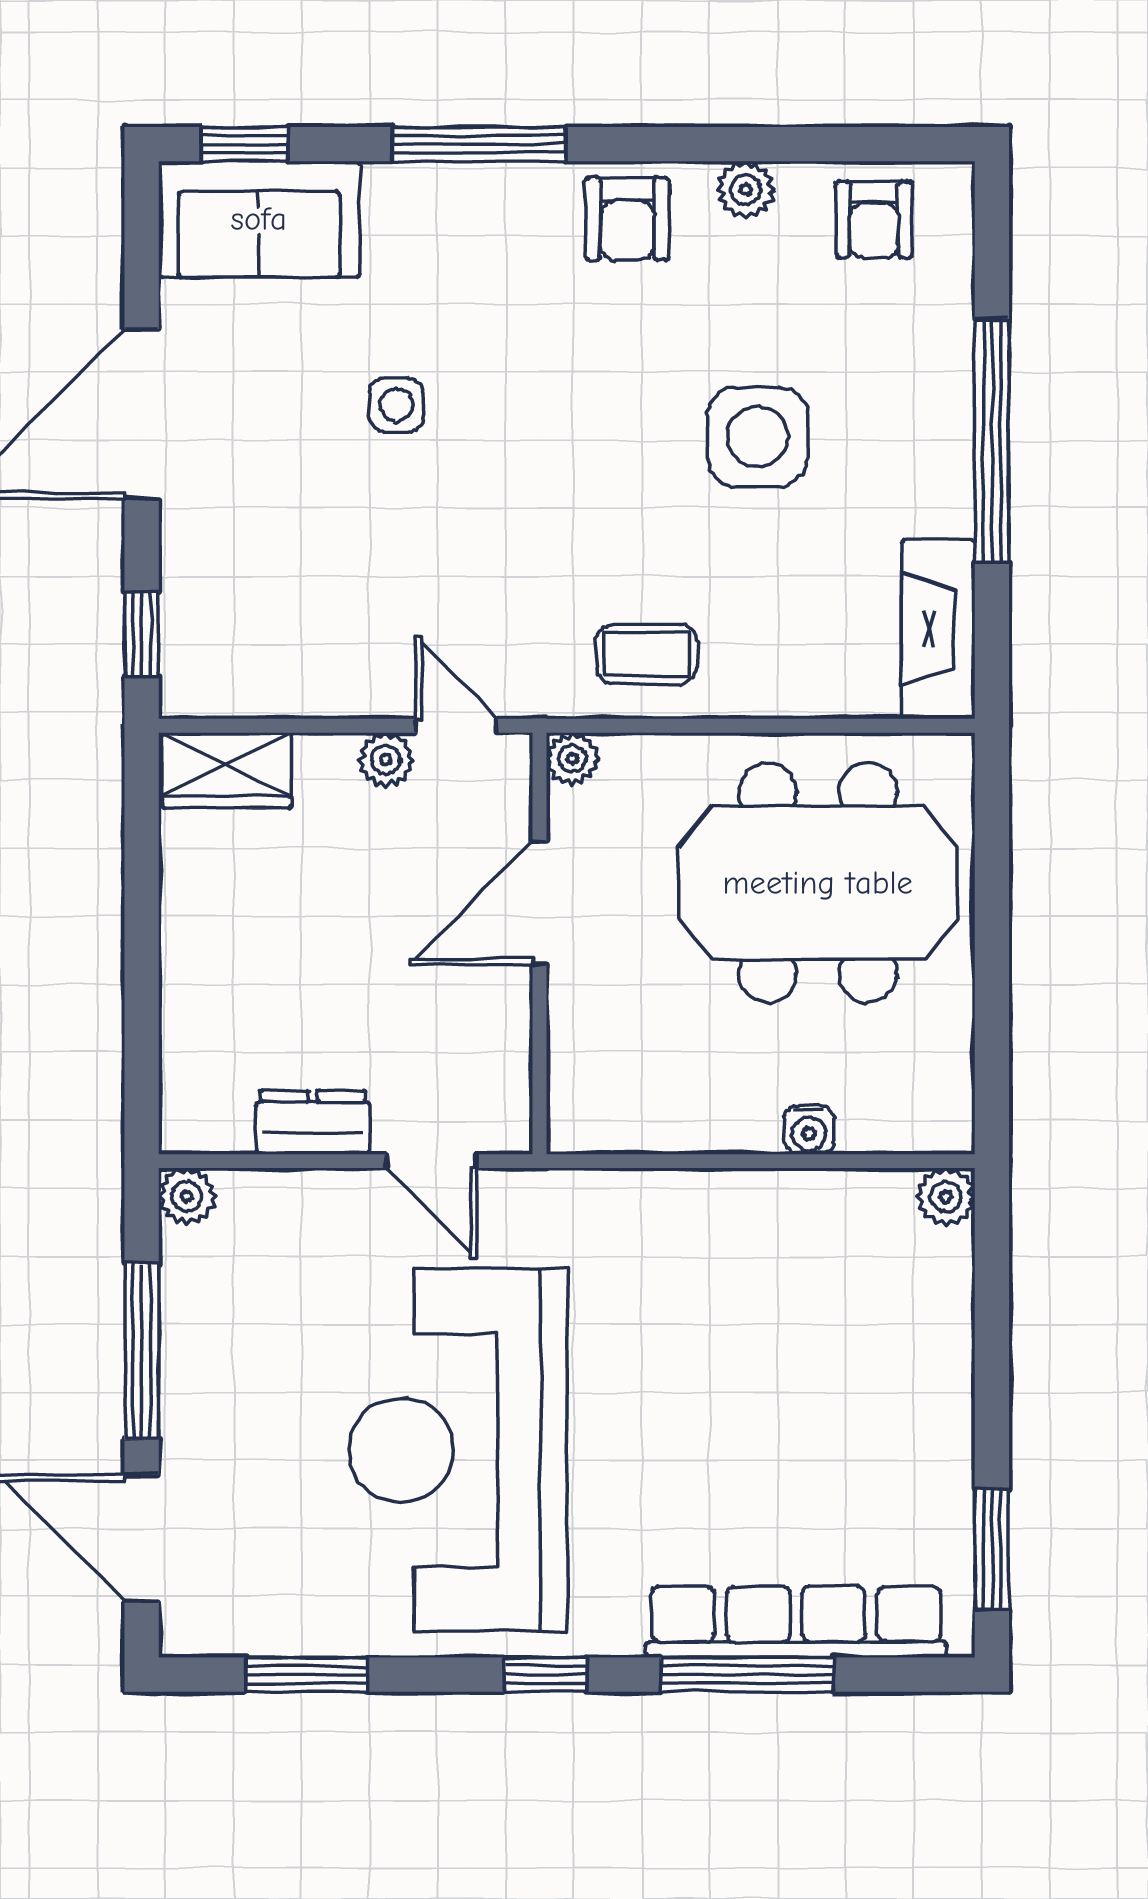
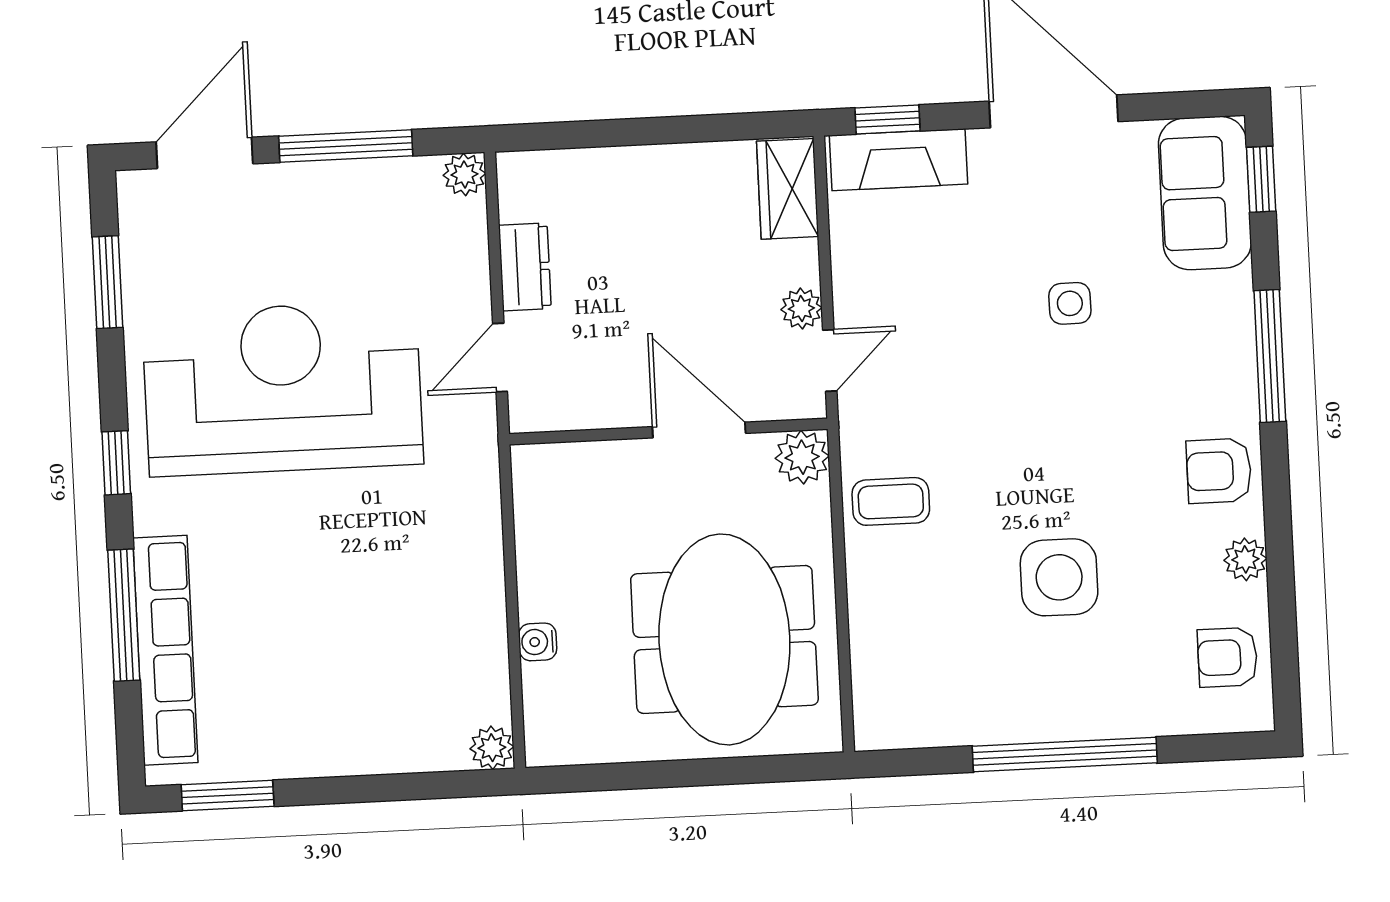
fireplace: (938, 629) -> (898, 160), moved, turned 180
coffee table: (646, 654) -> (891, 501), turned 90
plant: (572, 759) -> (802, 457), width x1.38, depth x1.38

